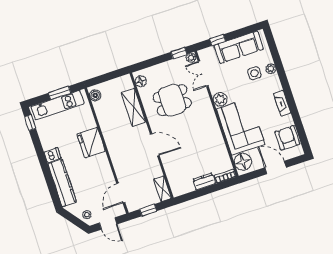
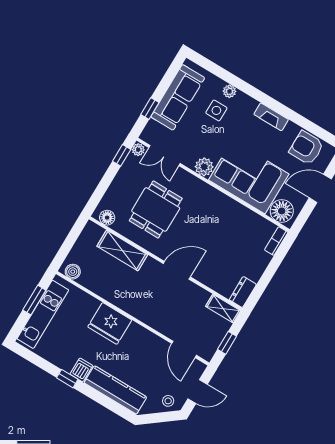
window: (30, 123) -> (67, 379), moved
dresser: (204, 181) -> (243, 292), moved

